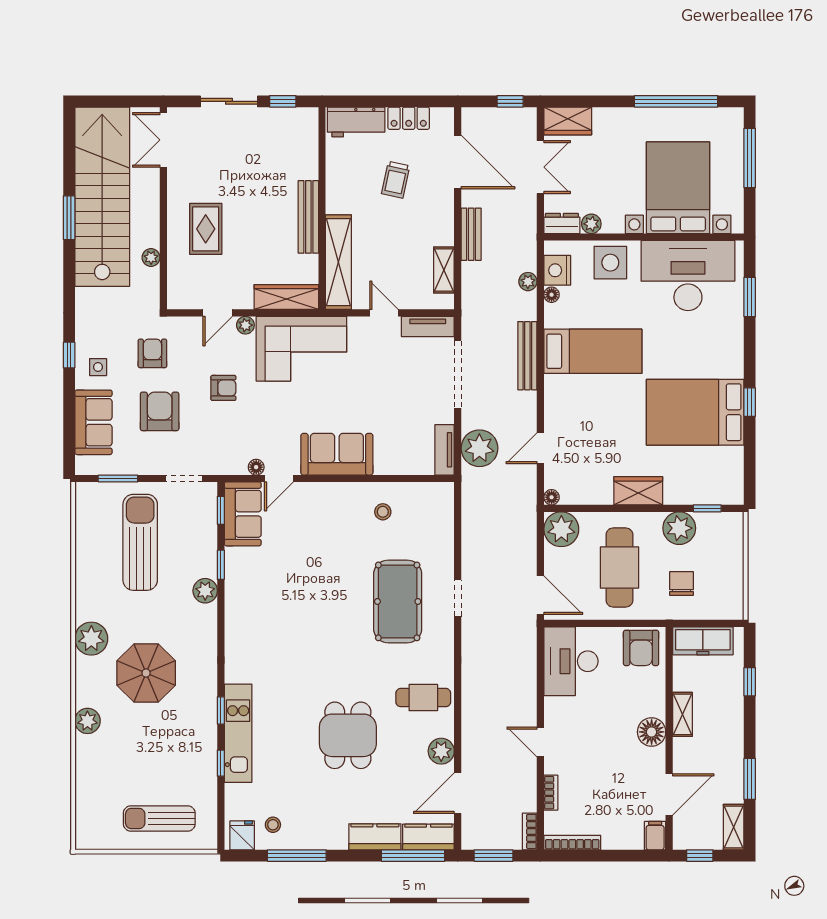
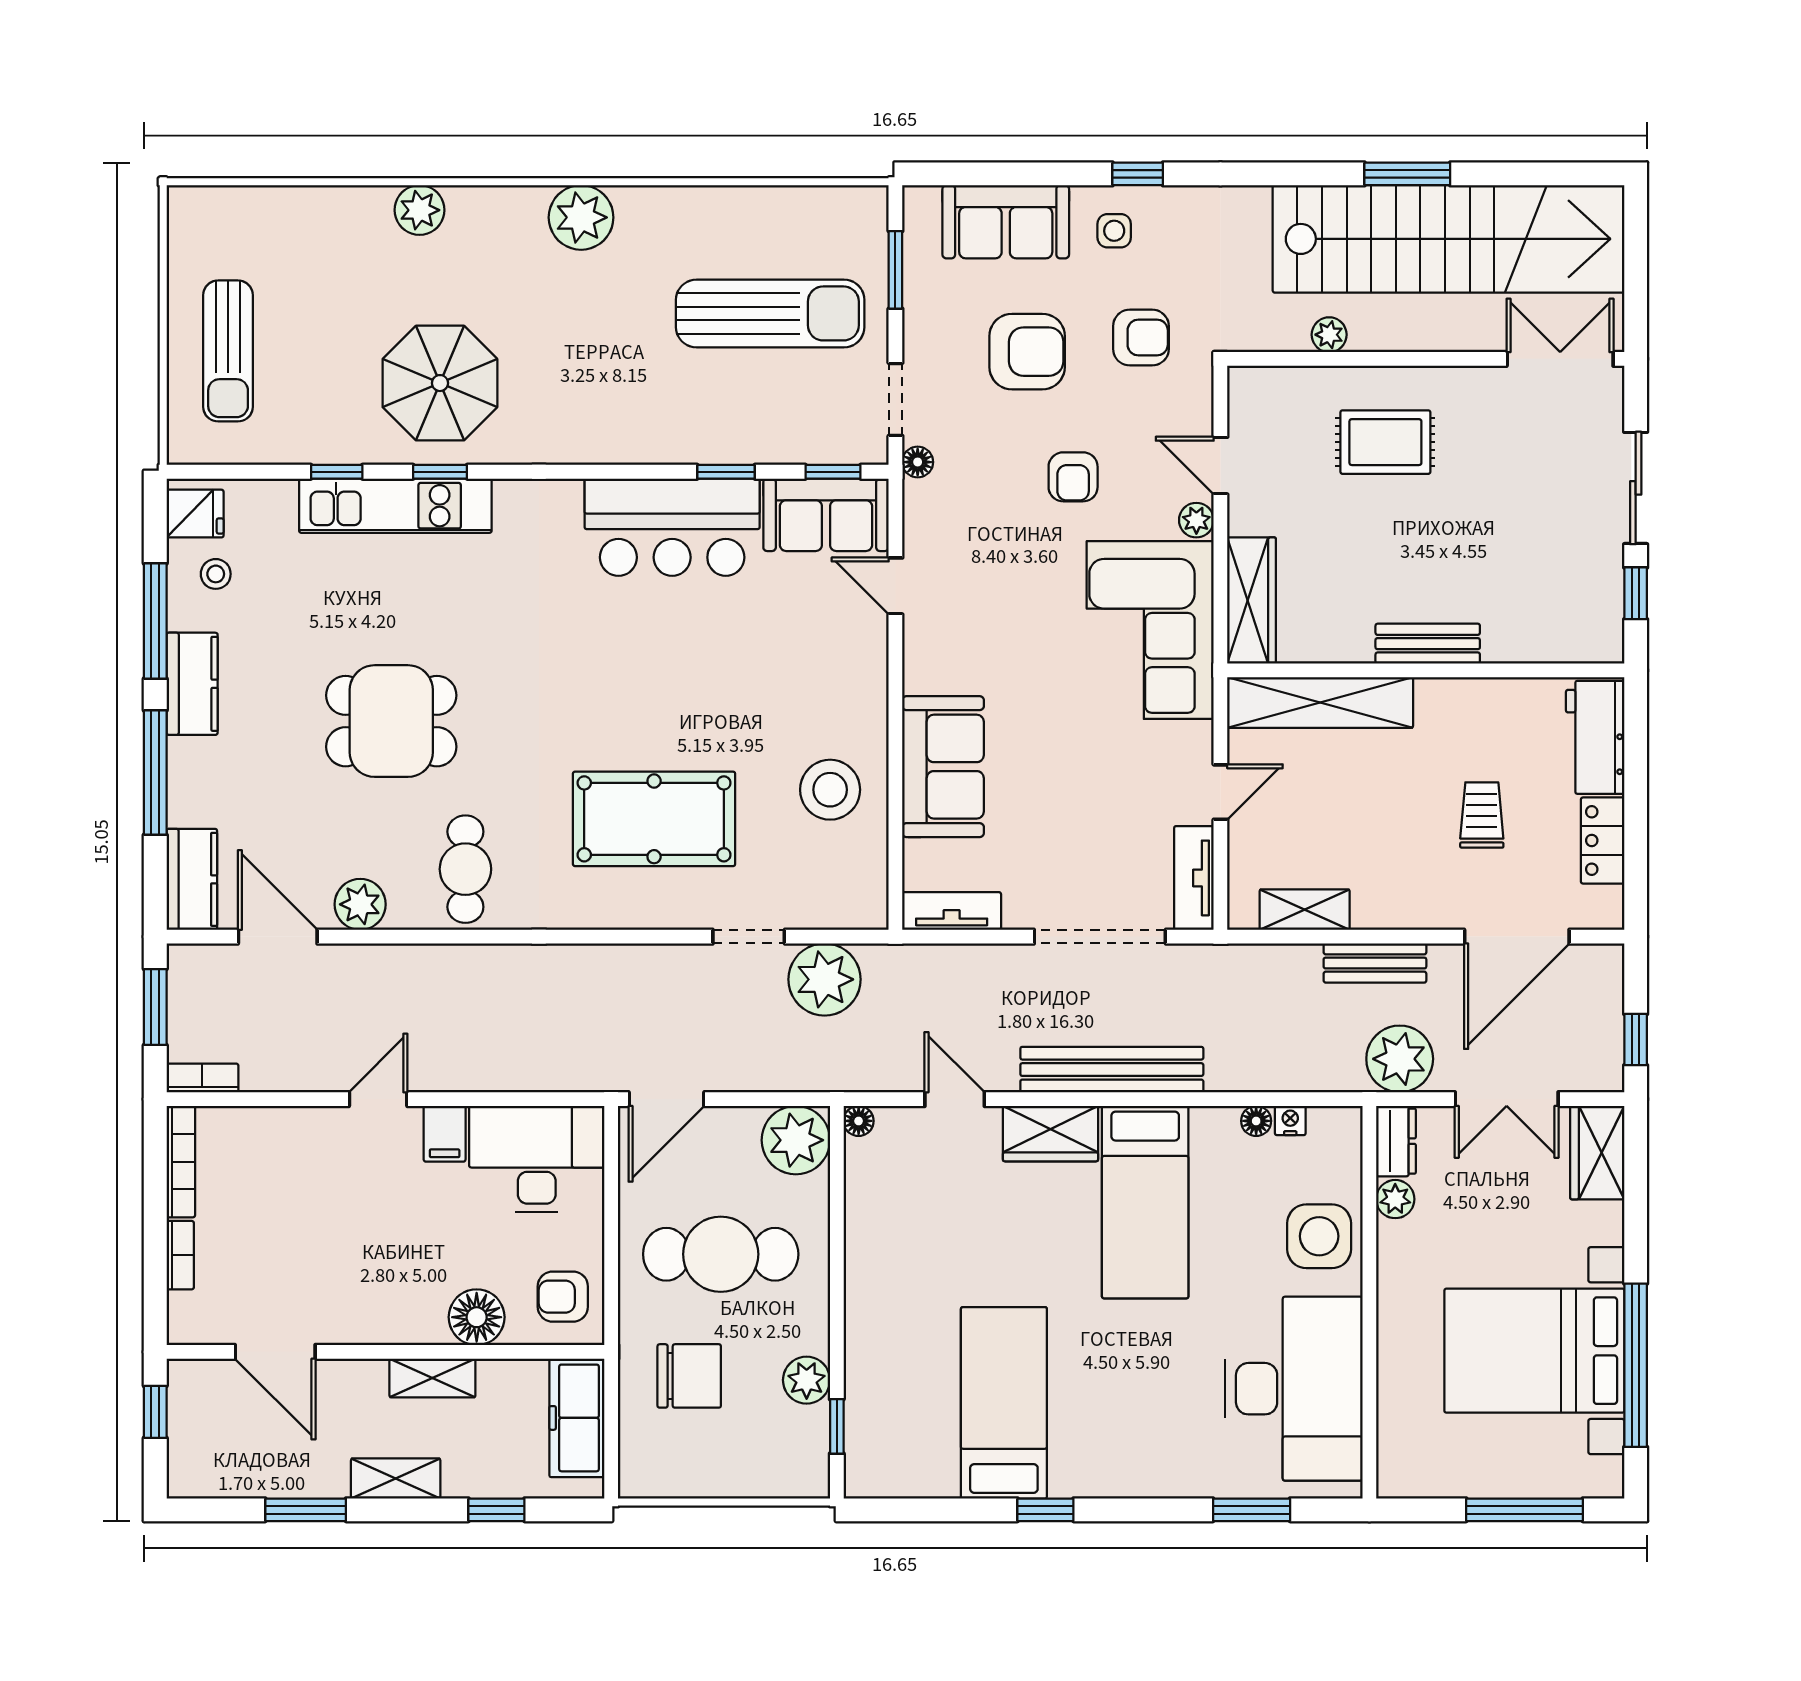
trolley: (396, 180) -> (1482, 815), turned 78
bed with nightstands: (678, 188) -> (1534, 1351), moved, turned 180
bench: (308, 217) -> (1428, 644), width x0.73
nightstand: (557, 270) -> (1290, 1120), width x0.53, depth x0.56
plant: (528, 282) -> (1400, 1059), moved, width x1.88, depth x1.88
bench: (527, 356) -> (1112, 1070), width x1.37, depth x1.21
bed: (695, 412) -> (1004, 1403), width x0.67
plant: (479, 448) -> (824, 979), moved
sofa: (337, 454) -> (943, 767), moved
floor lamp: (256, 467) -> (918, 462), moved
wardrobe: (638, 491) -> (1051, 1134), moved, turned 90
stool: (383, 512) -> (830, 790), width x1.89, depth x1.89
plant: (679, 528) -> (807, 1380), width x0.73, depth x0.73
chair: (681, 584) -> (689, 1376), width x1.37, depth x1.37
plant: (205, 591) -> (675, 441), removed
bar counter: (249, 592) -> (672, 527), added
doorway: (458, 598) -> (749, 937), moved
armchair: (641, 648) -> (563, 1297), width x0.72, depth x0.72
parasol: (146, 673) -> (440, 383), moved
floor lamp: (652, 732) -> (477, 1317), moved
bookcase: (551, 793) -> (180, 1255), moved, turned -90
sun lounger: (159, 818) -> (228, 351), turned 180
shelving: (734, 827) -> (396, 1478), moved
filing cabinet: (655, 836) -> (445, 1134), moved, turned 90
kitchen counter: (375, 837) -> (192, 684), moved
window: (413, 856) -> (155, 773), moved

